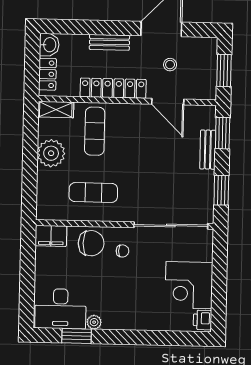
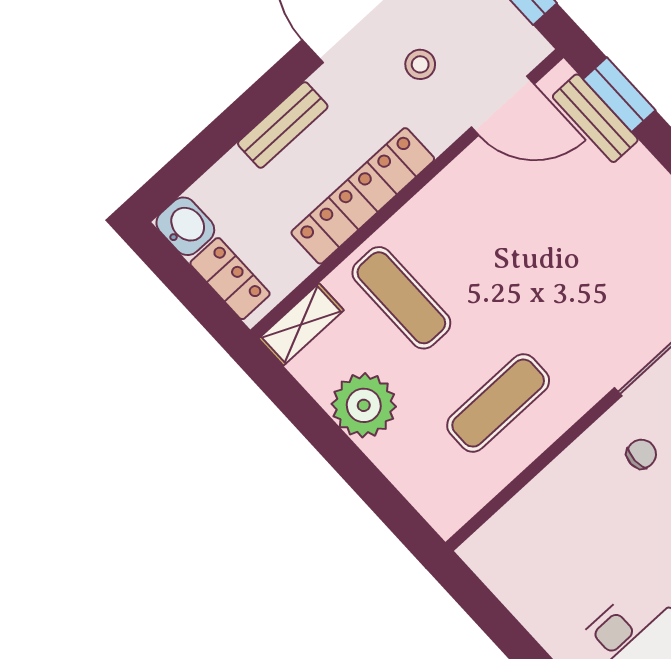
door: (168, 102) -> (503, 106), moved
bench: (208, 150) -> (595, 118), moved
filing cabinet: (51, 236) -> (497, 544), removed
chair: (91, 243) -> (576, 492), removed

